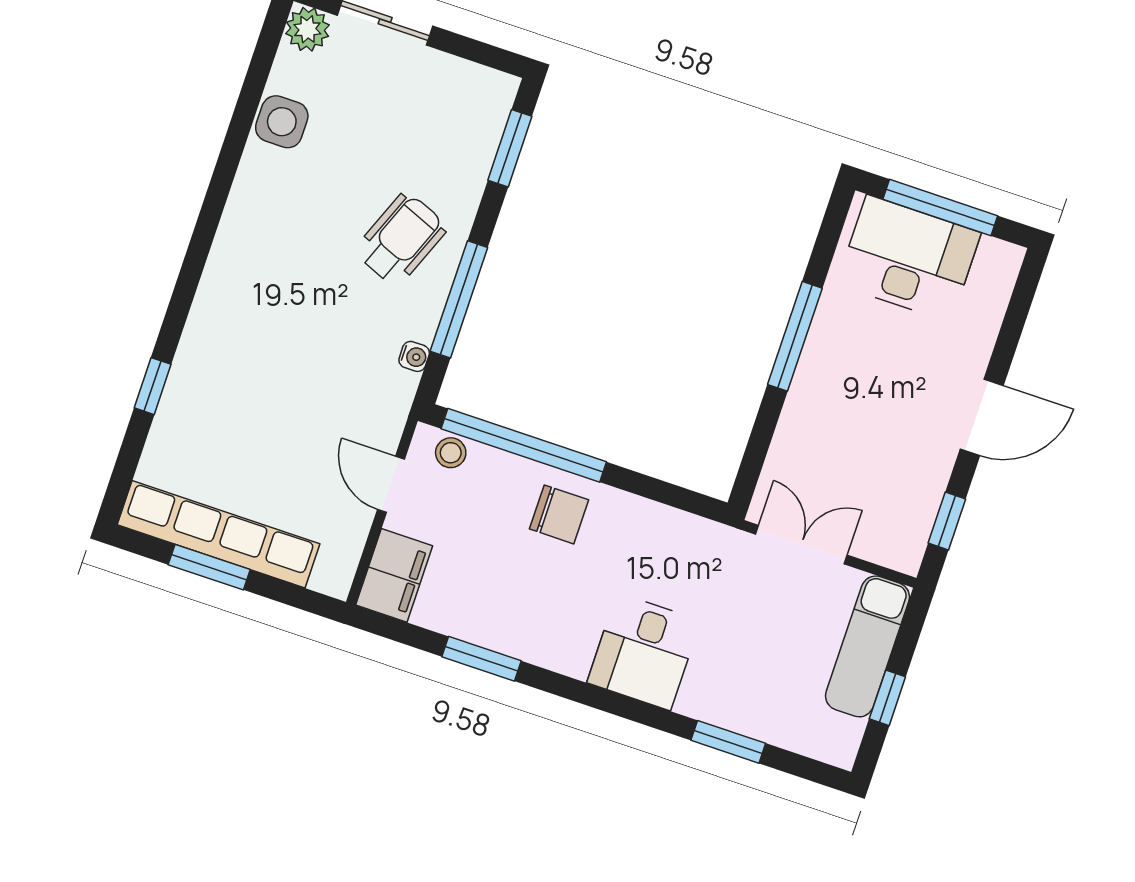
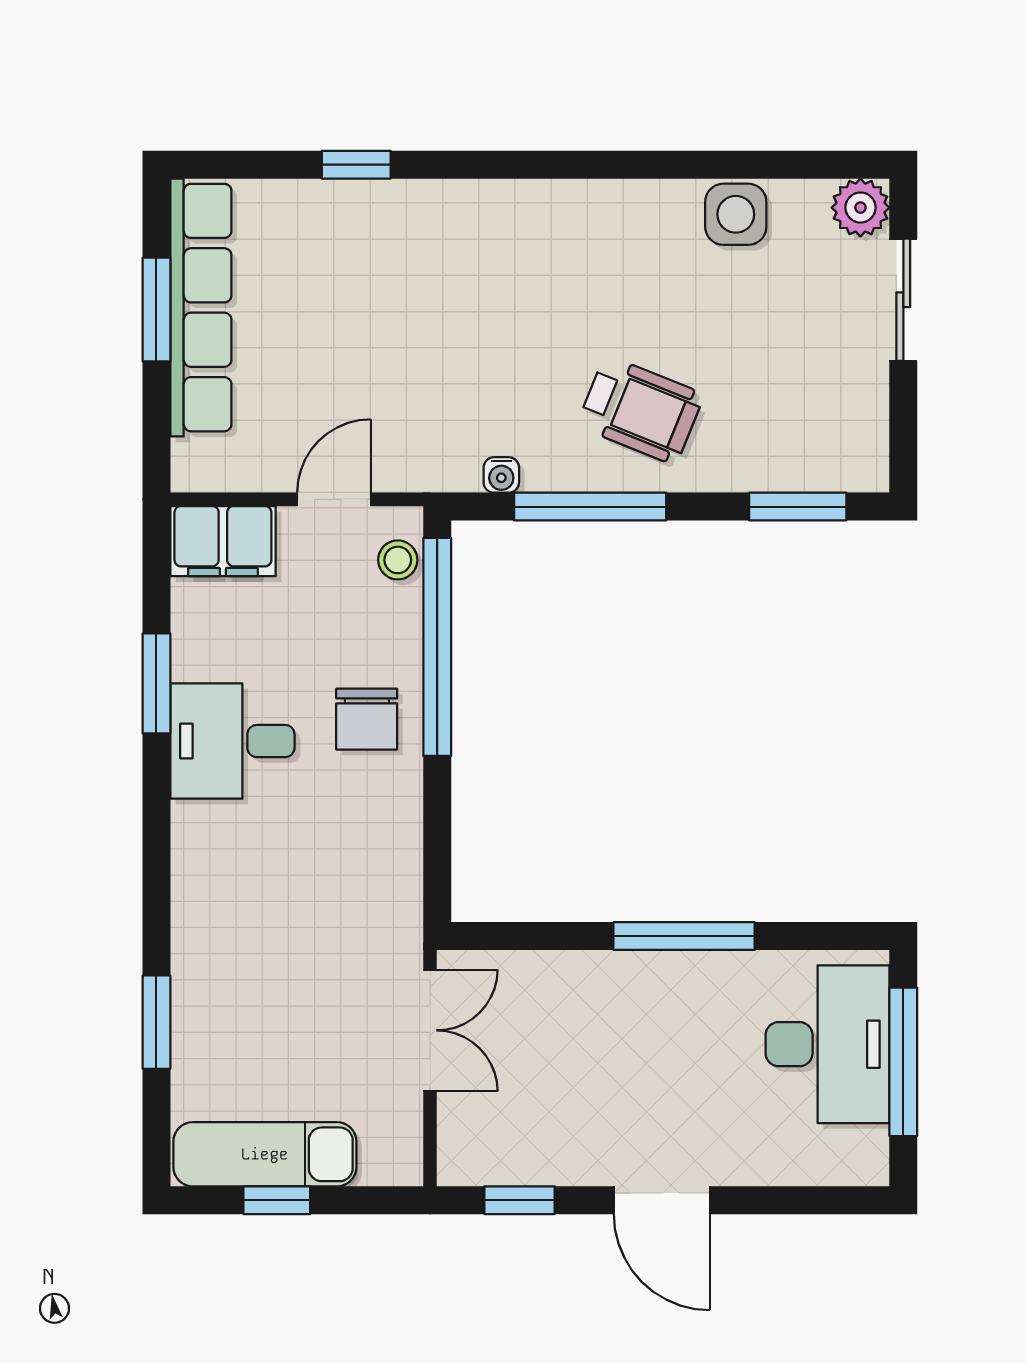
exam couch: (867, 646) -> (265, 1154), moved
desk: (644, 652) -> (232, 741), moved

